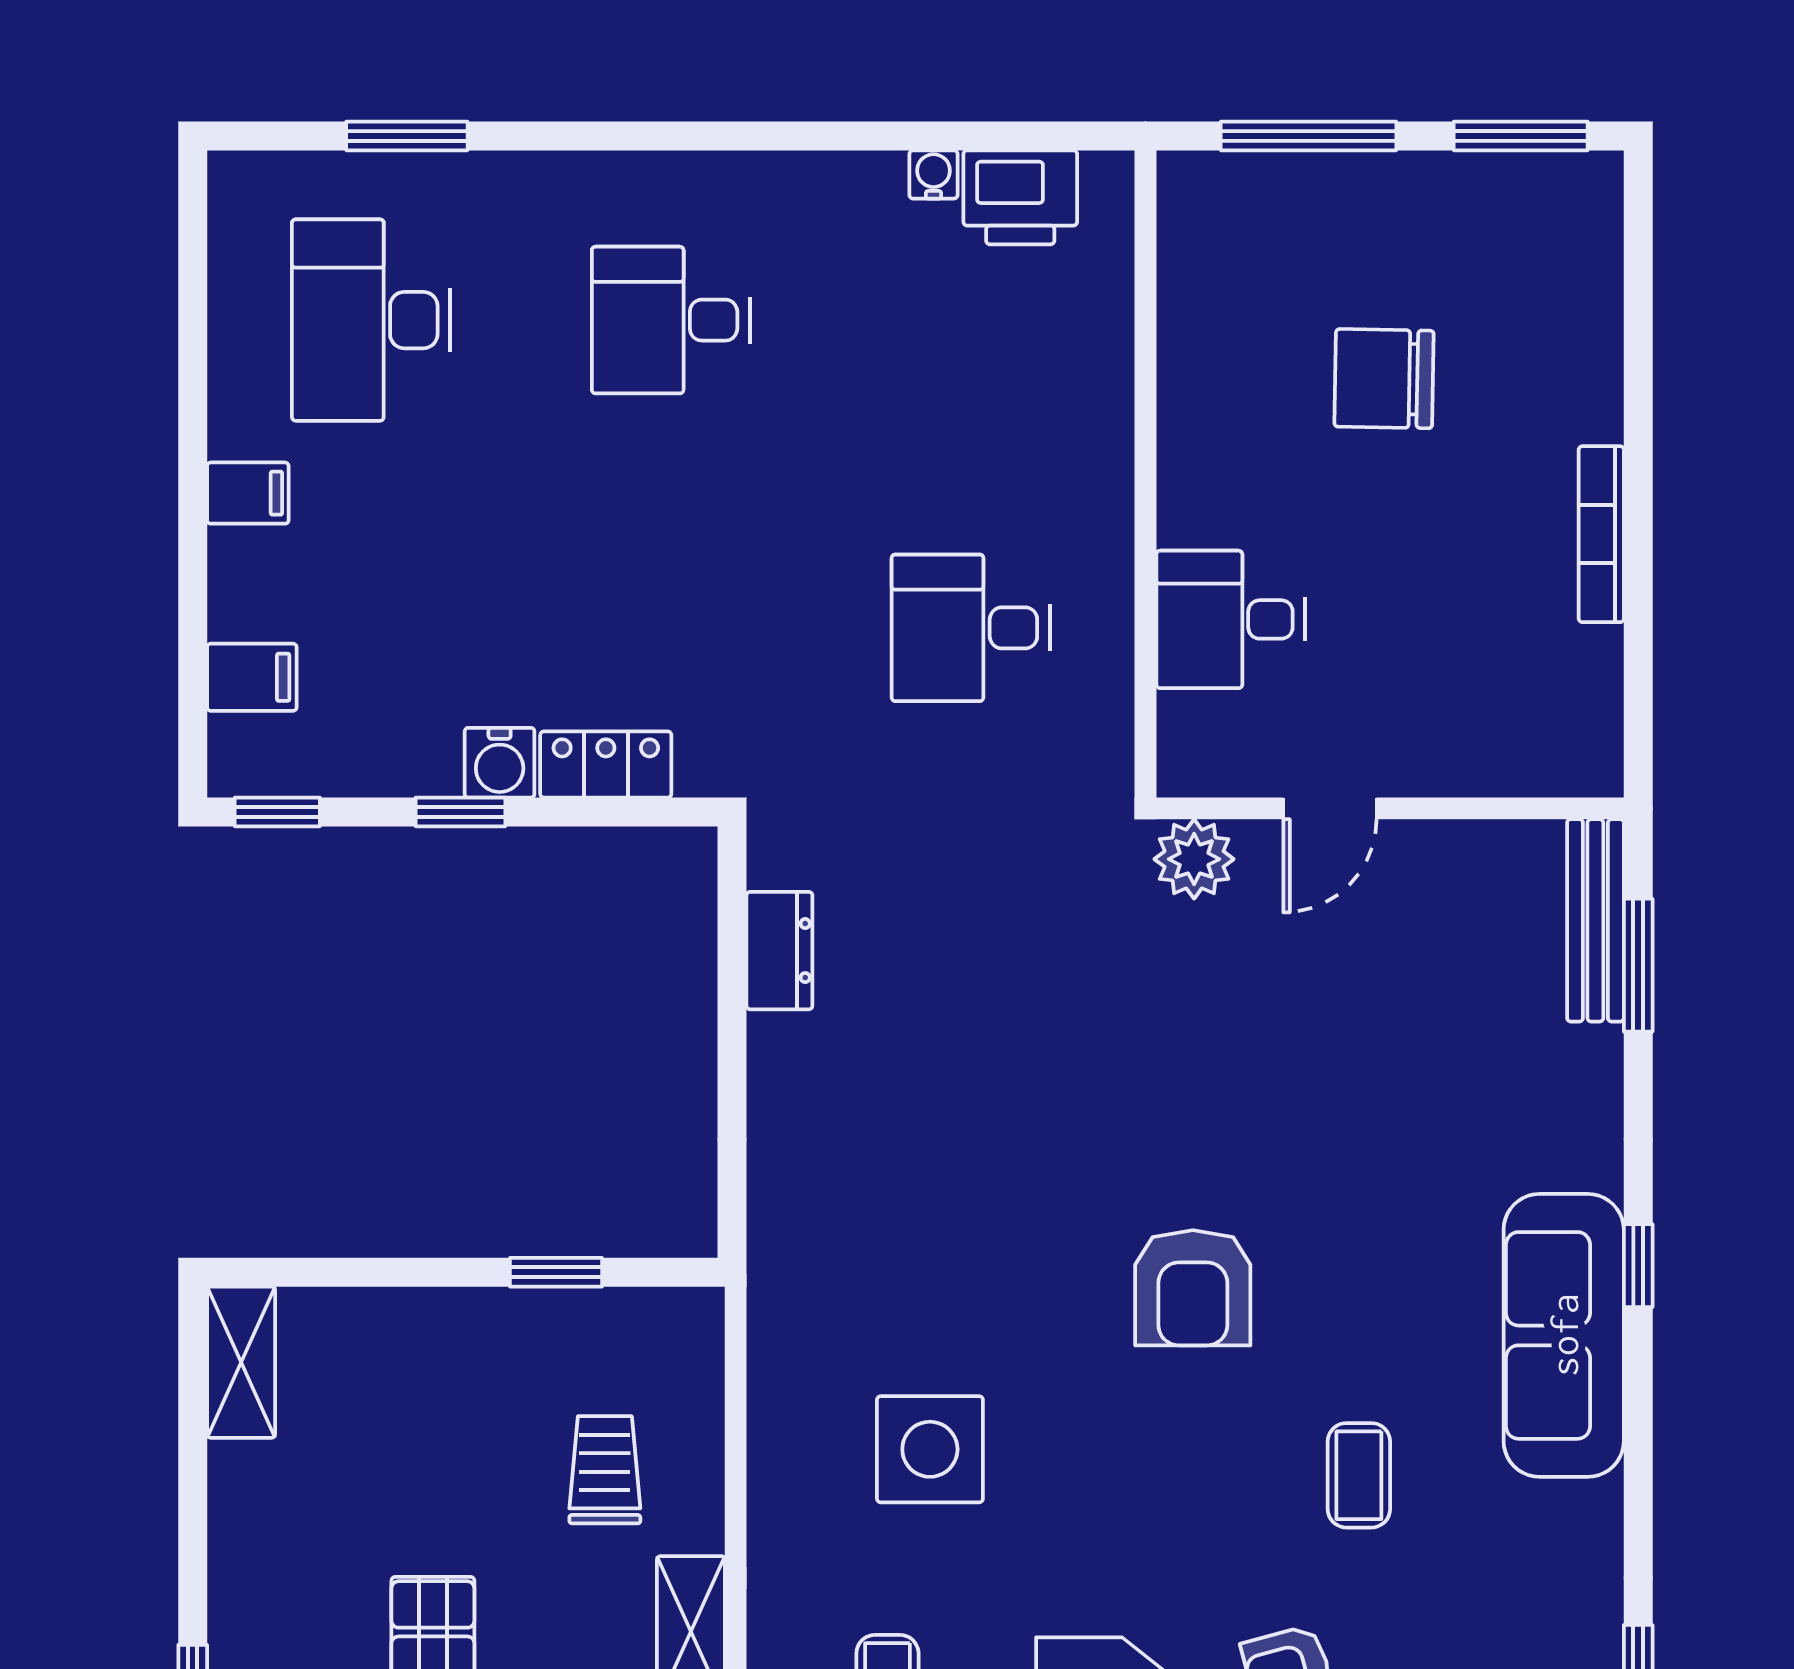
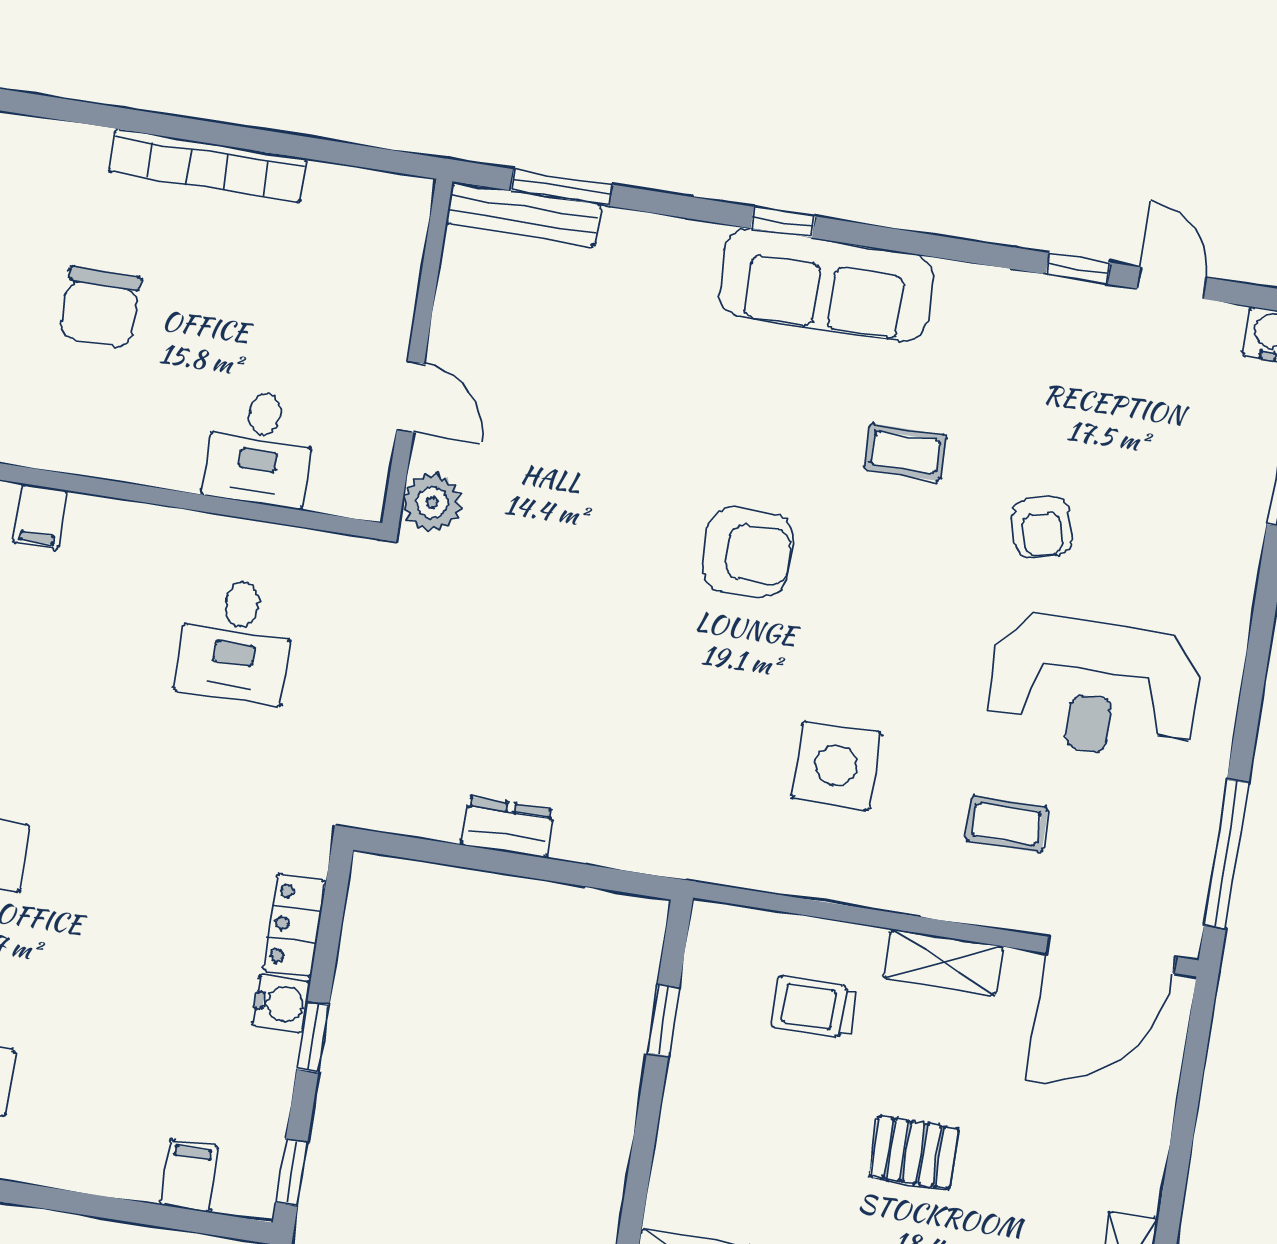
filing cabinet: (248, 493) -> (40, 517), moved, turned 180
bookcase: (1601, 534) -> (208, 165), width x1.48, depth x1.31
dresser: (779, 951) -> (508, 827), moved

